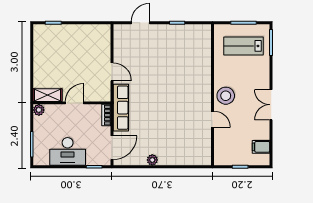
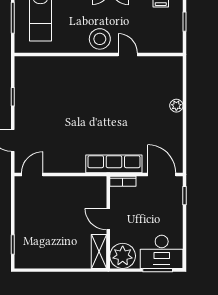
door: (112, 72) -> (32, 175), moved
plant: (39, 110) -> (123, 256), width x1.88, depth x1.88
door: (213, 119) -> (128, 55), hinge flipped
desk: (68, 151) -> (162, 252), moved, turned 90
plant: (152, 160) -> (176, 106), moved

